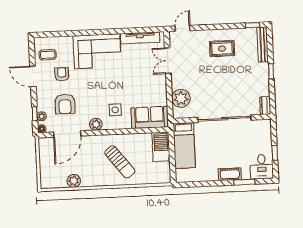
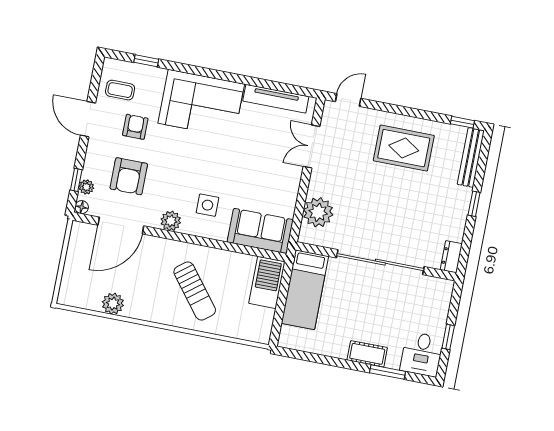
window: (59, 34) -> (146, 61), added
rug: (222, 49) -> (404, 148), width x1.36, depth x1.43

